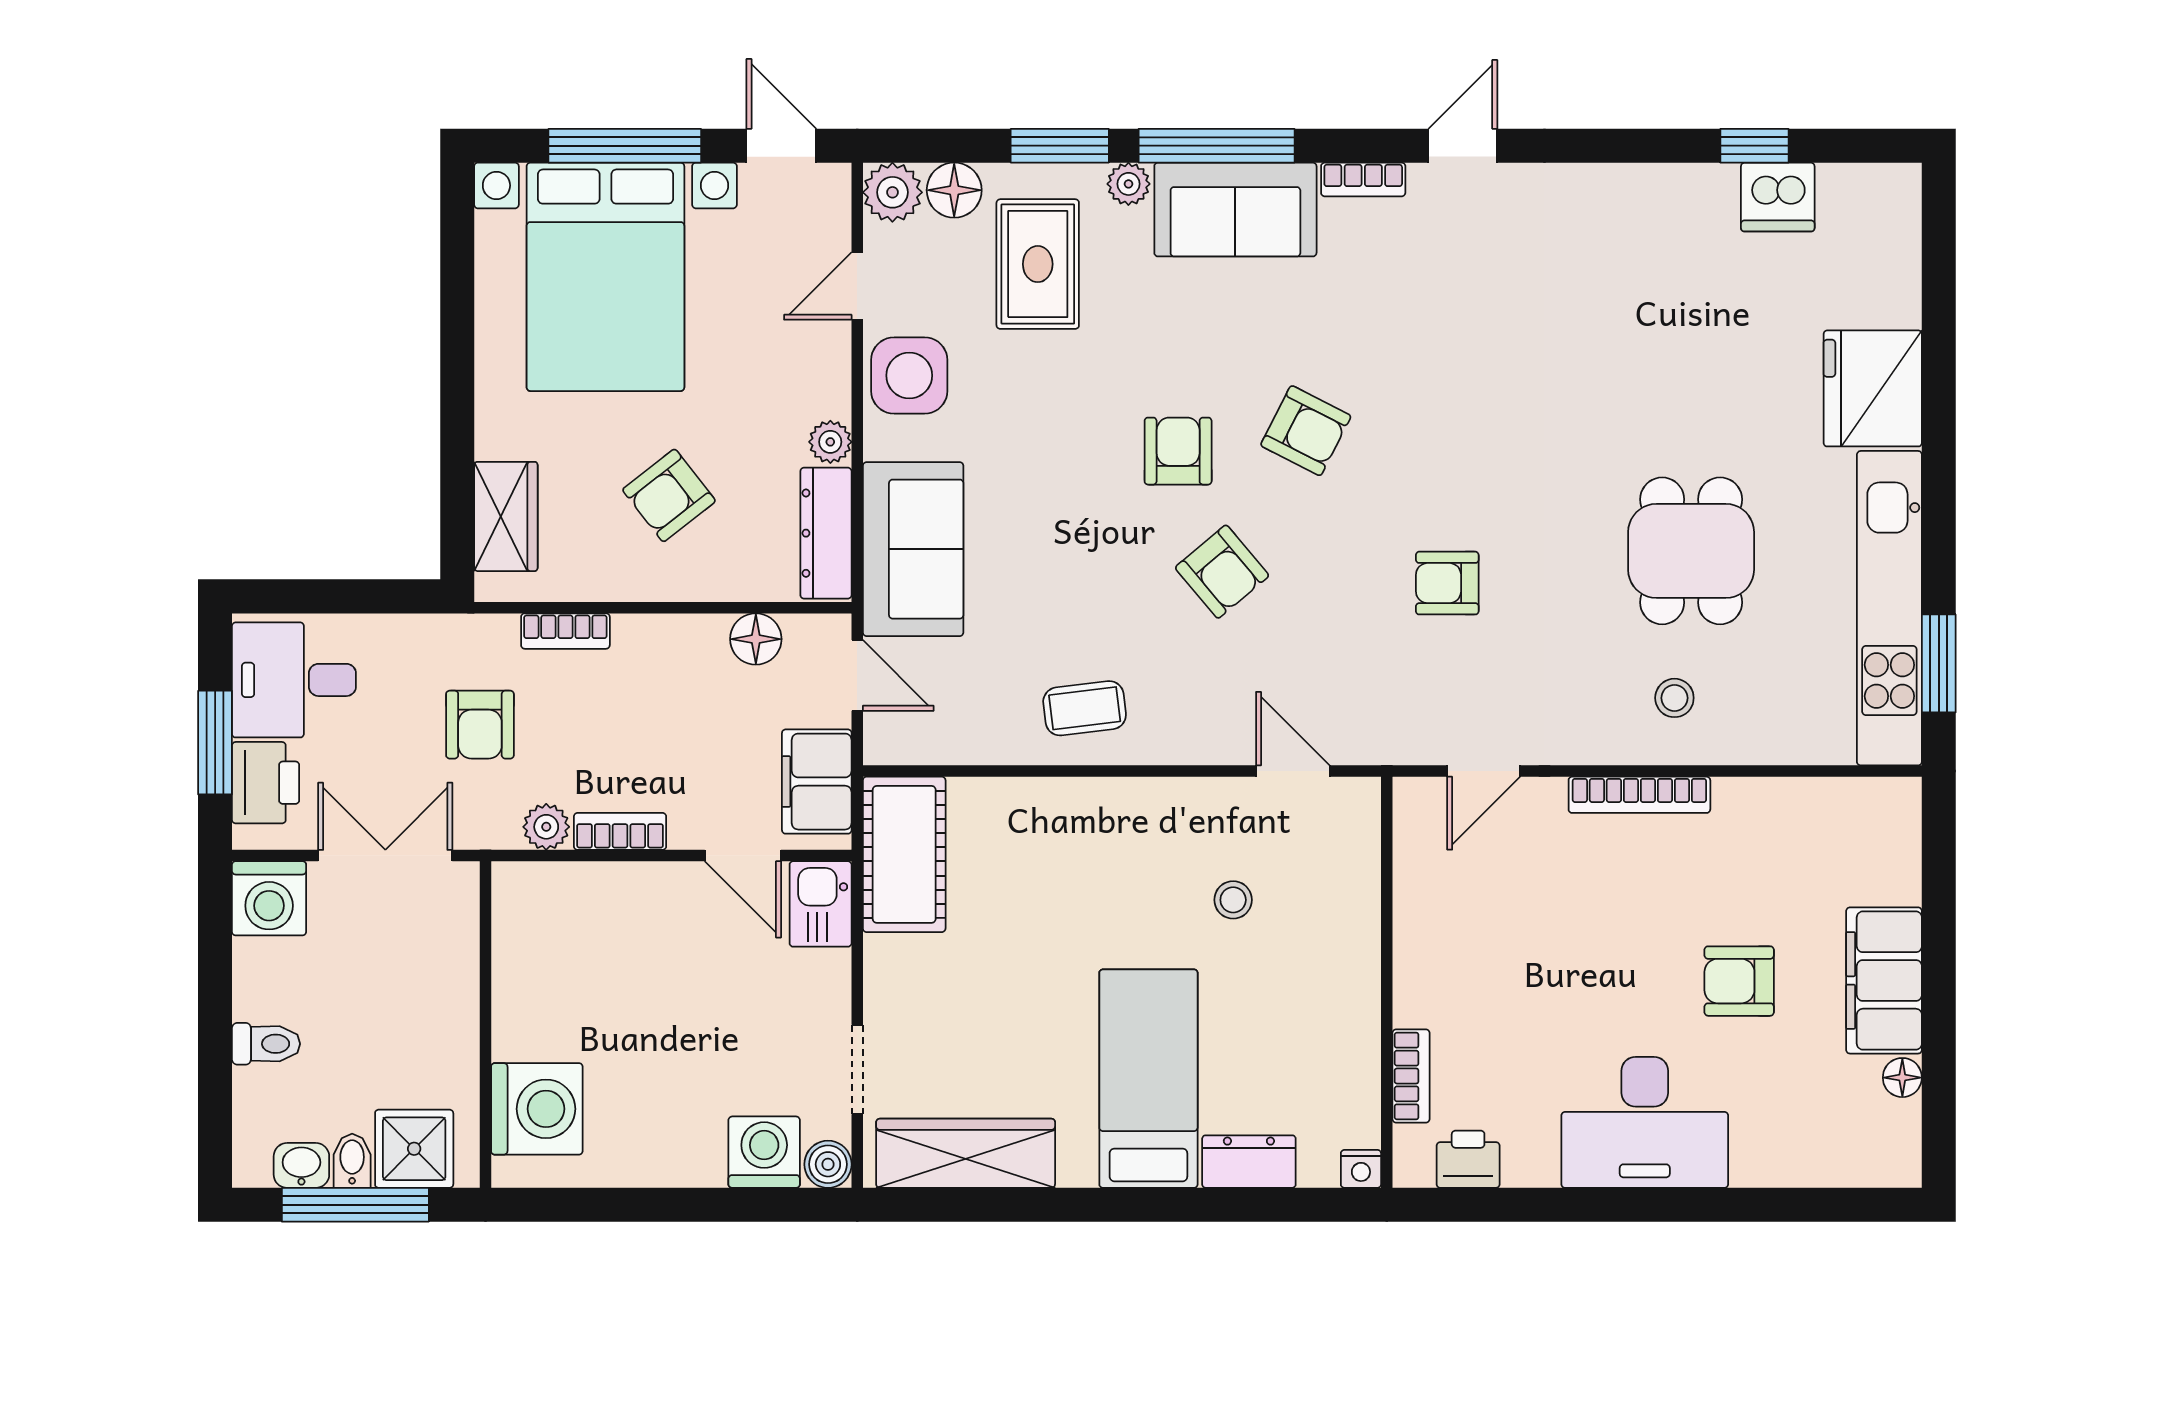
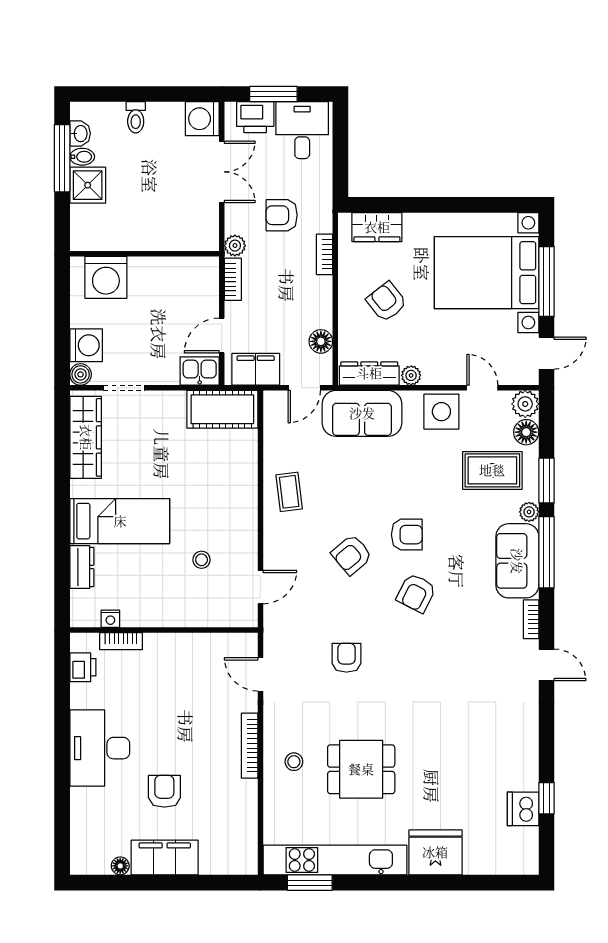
wall: (485, 1025) -> (144, 254), moved
washing machine: (537, 1109) -> (106, 277), moved
nightstand: (1361, 1169) -> (110, 619), moved, turned -90

